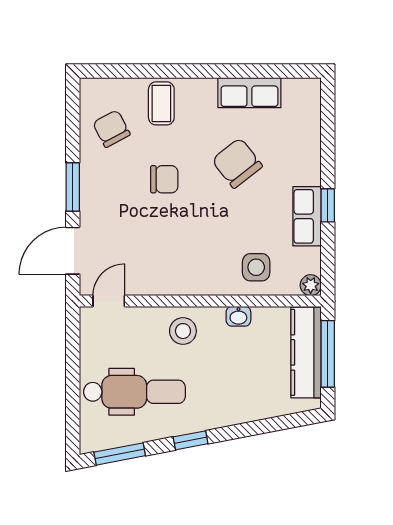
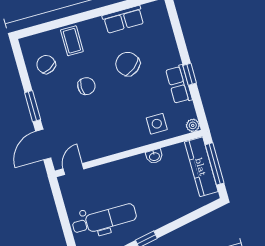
stool: (183, 331) -> (123, 175), removed

